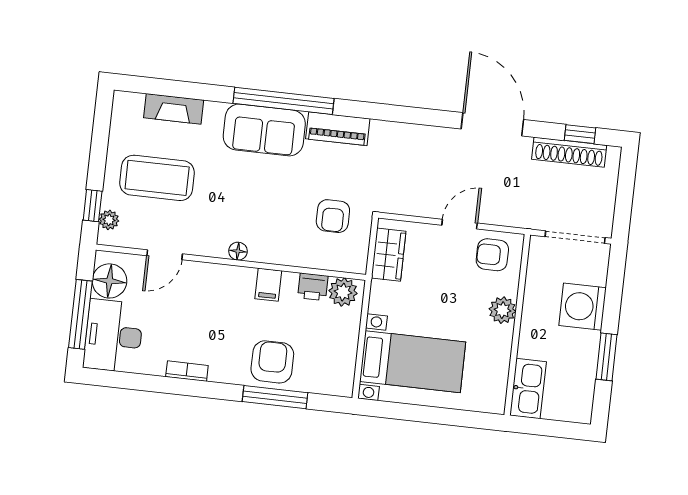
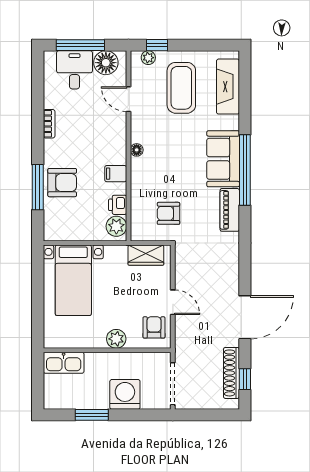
fireplace: (174, 109) -> (228, 87), width x1.37, depth x1.32
desk: (114, 336) -> (74, 70), width x0.73

